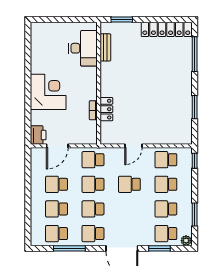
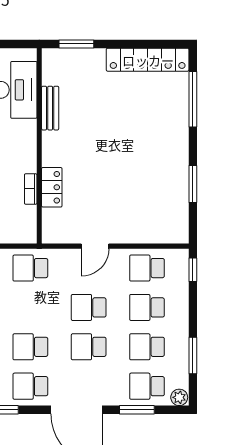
bench: (105, 47) -> (50, 108), moved
school desk: (93, 184) -> (89, 347), moved

